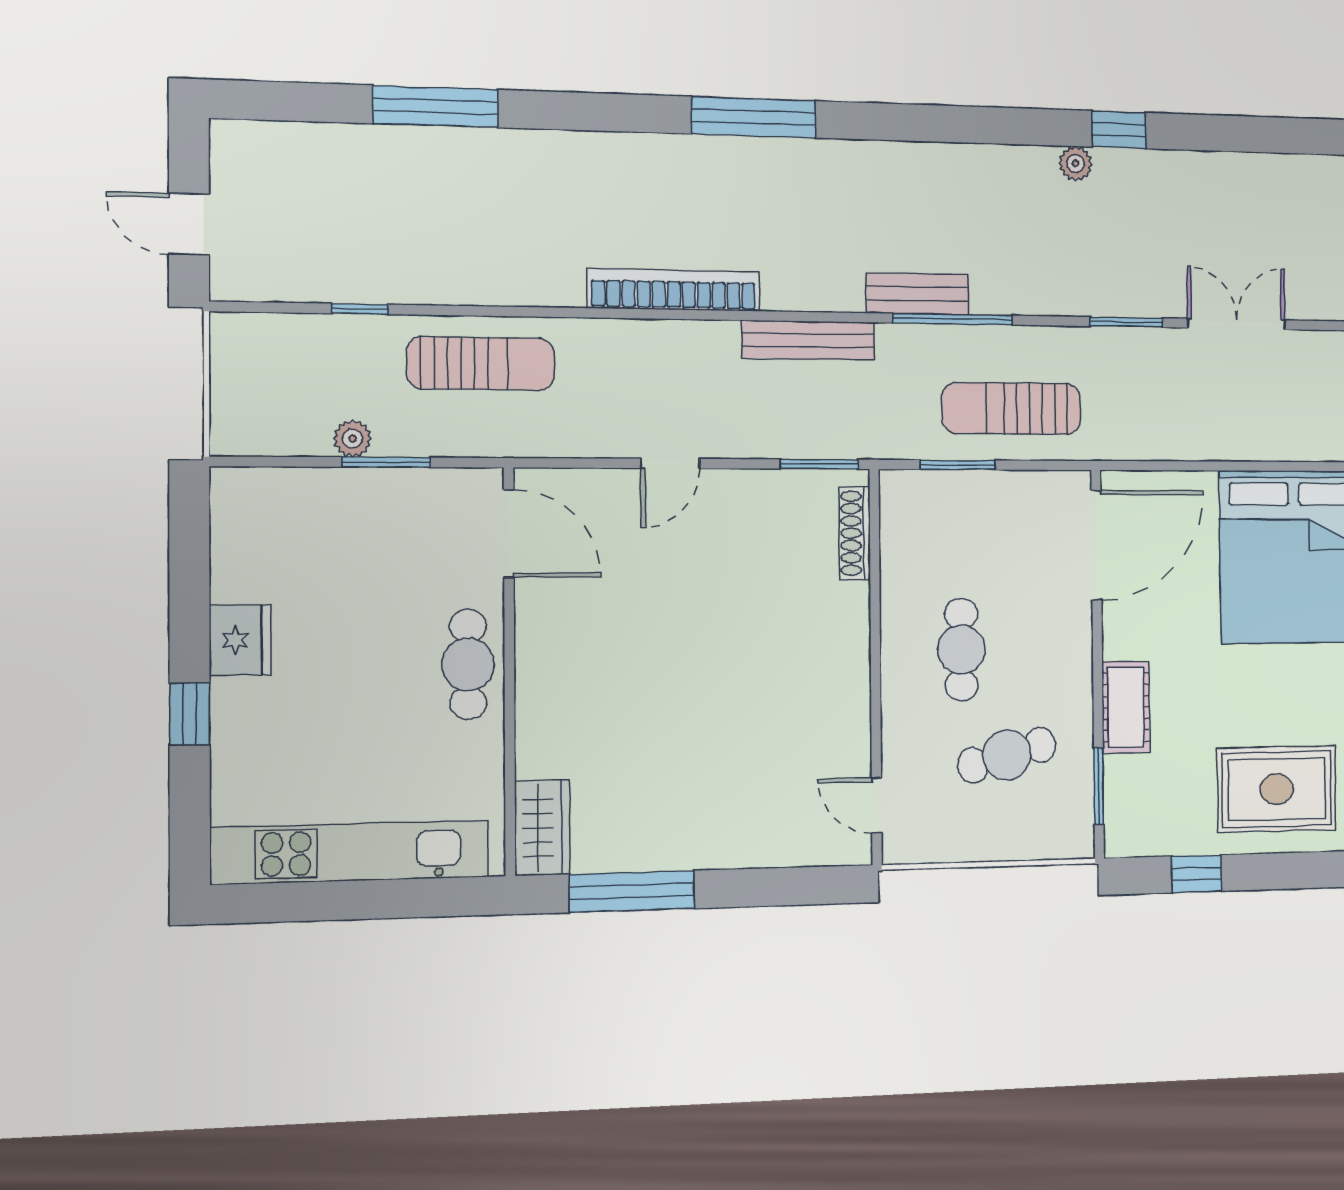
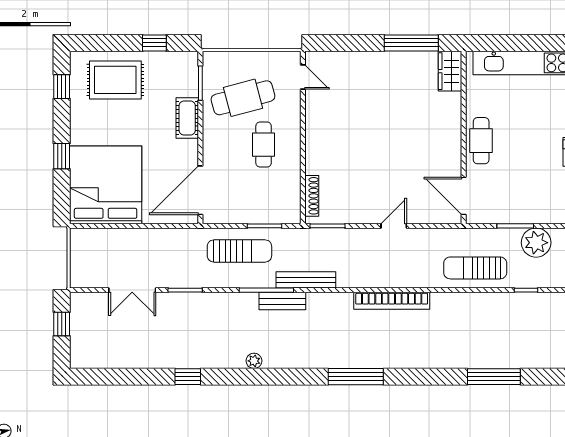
plant: (1075, 163) -> (254, 361), moved
bench: (808, 340) -> (306, 280), moved
plant: (353, 439) -> (536, 243), width x1.88, depth x1.88
cafe table: (1007, 755) -> (243, 98), width x1.37, depth x1.35

